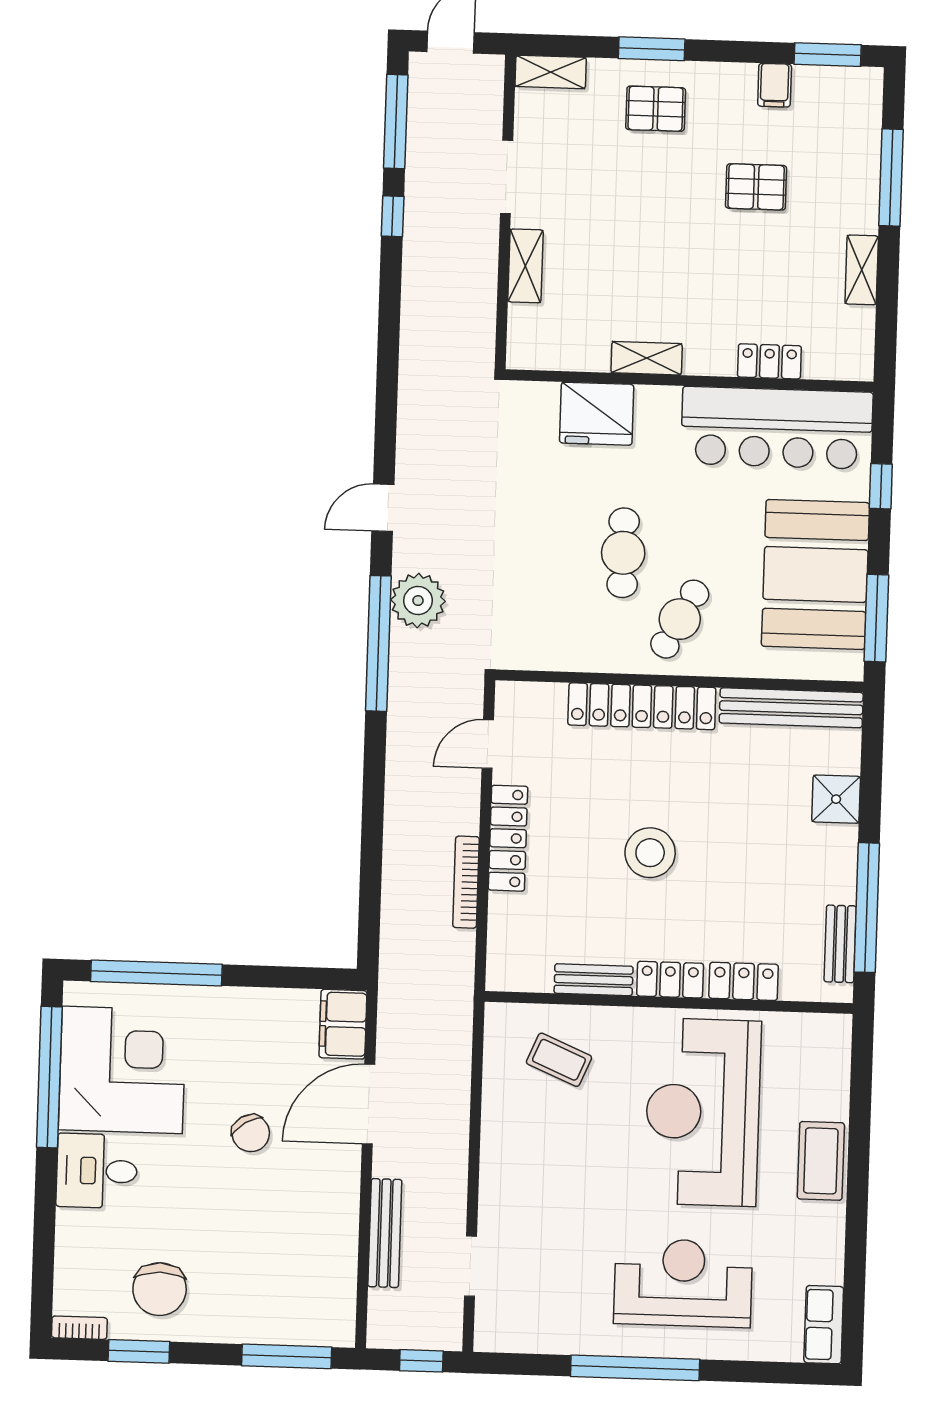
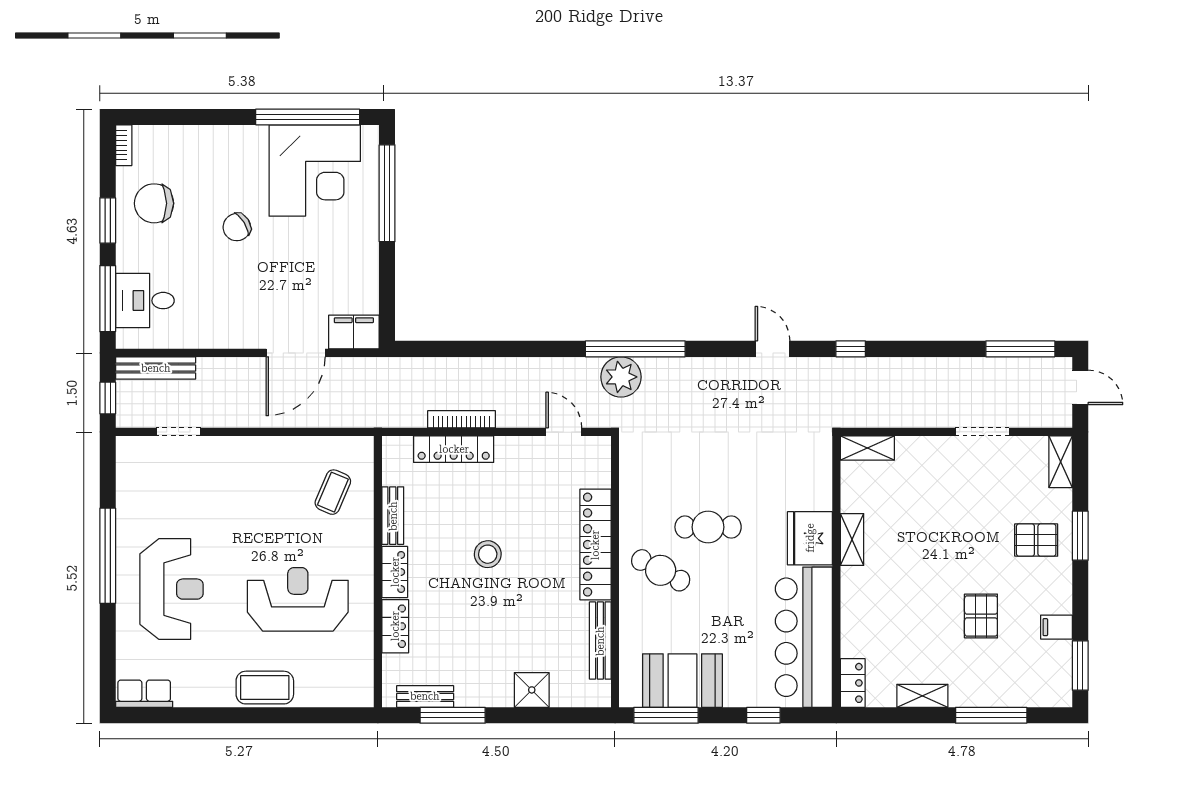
pallet: (656, 109) -> (1036, 540), turned 90
window: (393, 216) -> (851, 349), moved
shelving: (525, 266) -> (867, 448), moved
locker: (769, 361) -> (853, 683), moved
fridge: (597, 414) -> (810, 538), moved
door: (383, 508) -> (773, 349), moved
booth: (815, 574) -> (682, 681), width x0.73, depth x0.70
plant: (418, 601) -> (621, 377), moved
bench: (791, 708) -> (600, 641), width x0.73, depth x0.82
locker: (508, 838) -> (454, 449), moved
stool: (650, 853) -> (488, 554), width x0.73, depth x0.73
window: (867, 908) -> (453, 715), width x0.68
door: (369, 1104) -> (296, 353), swing flipped
reception desk: (703, 1112) -> (298, 599), width x0.74, depth x0.77
chair: (251, 1133) -> (237, 227), moved
desk: (97, 1171) -> (145, 301), moved, turned -90
bench: (385, 1233) -> (156, 368), moved
window: (139, 1351) -> (108, 220), moved

